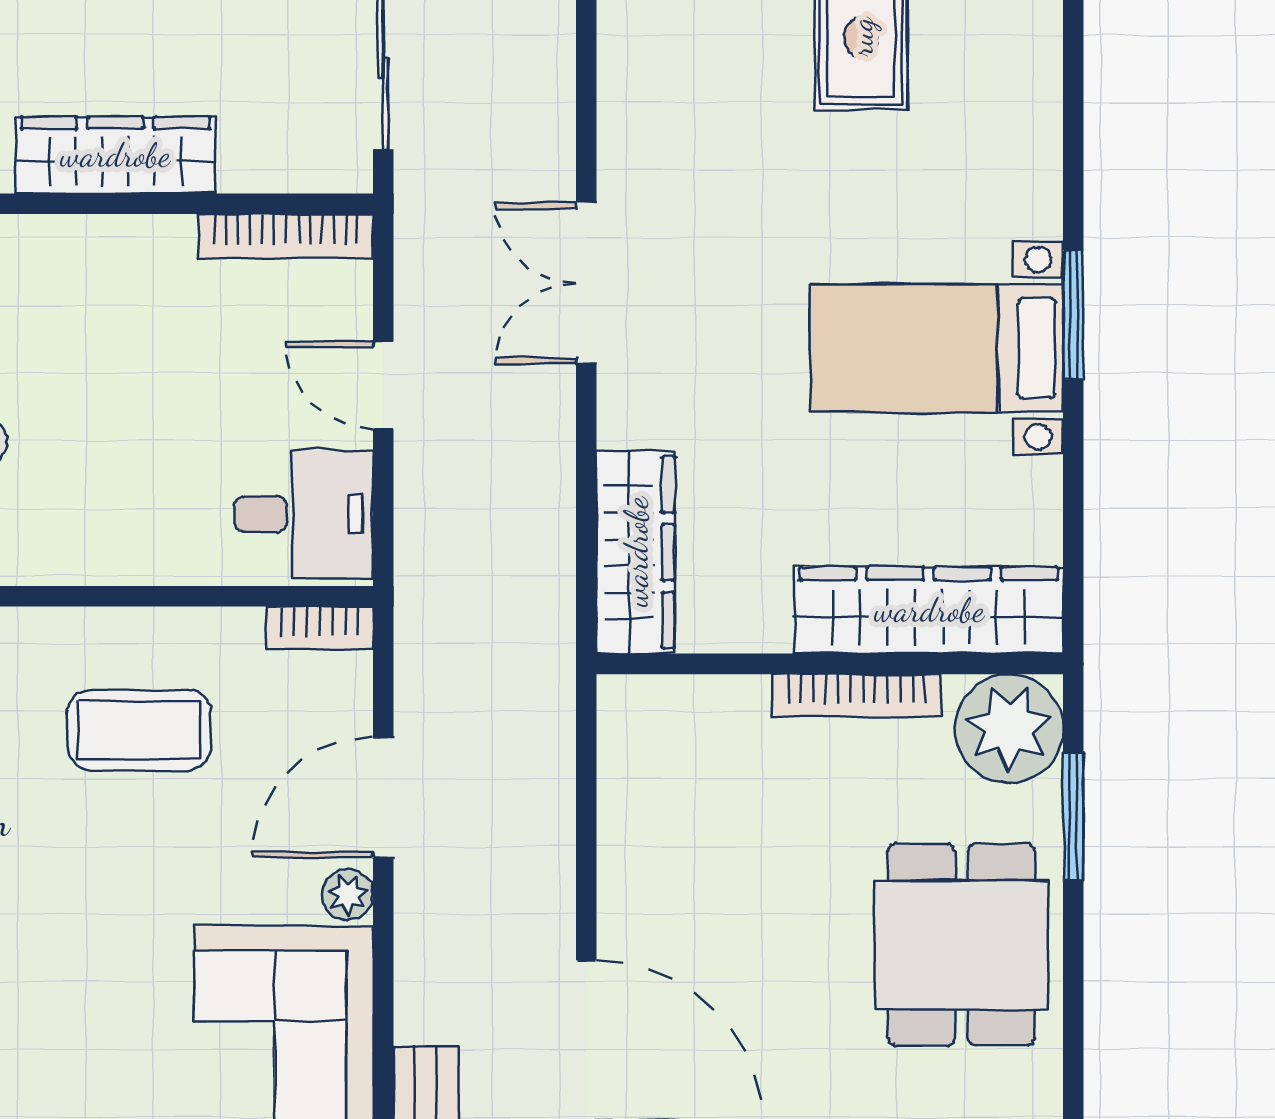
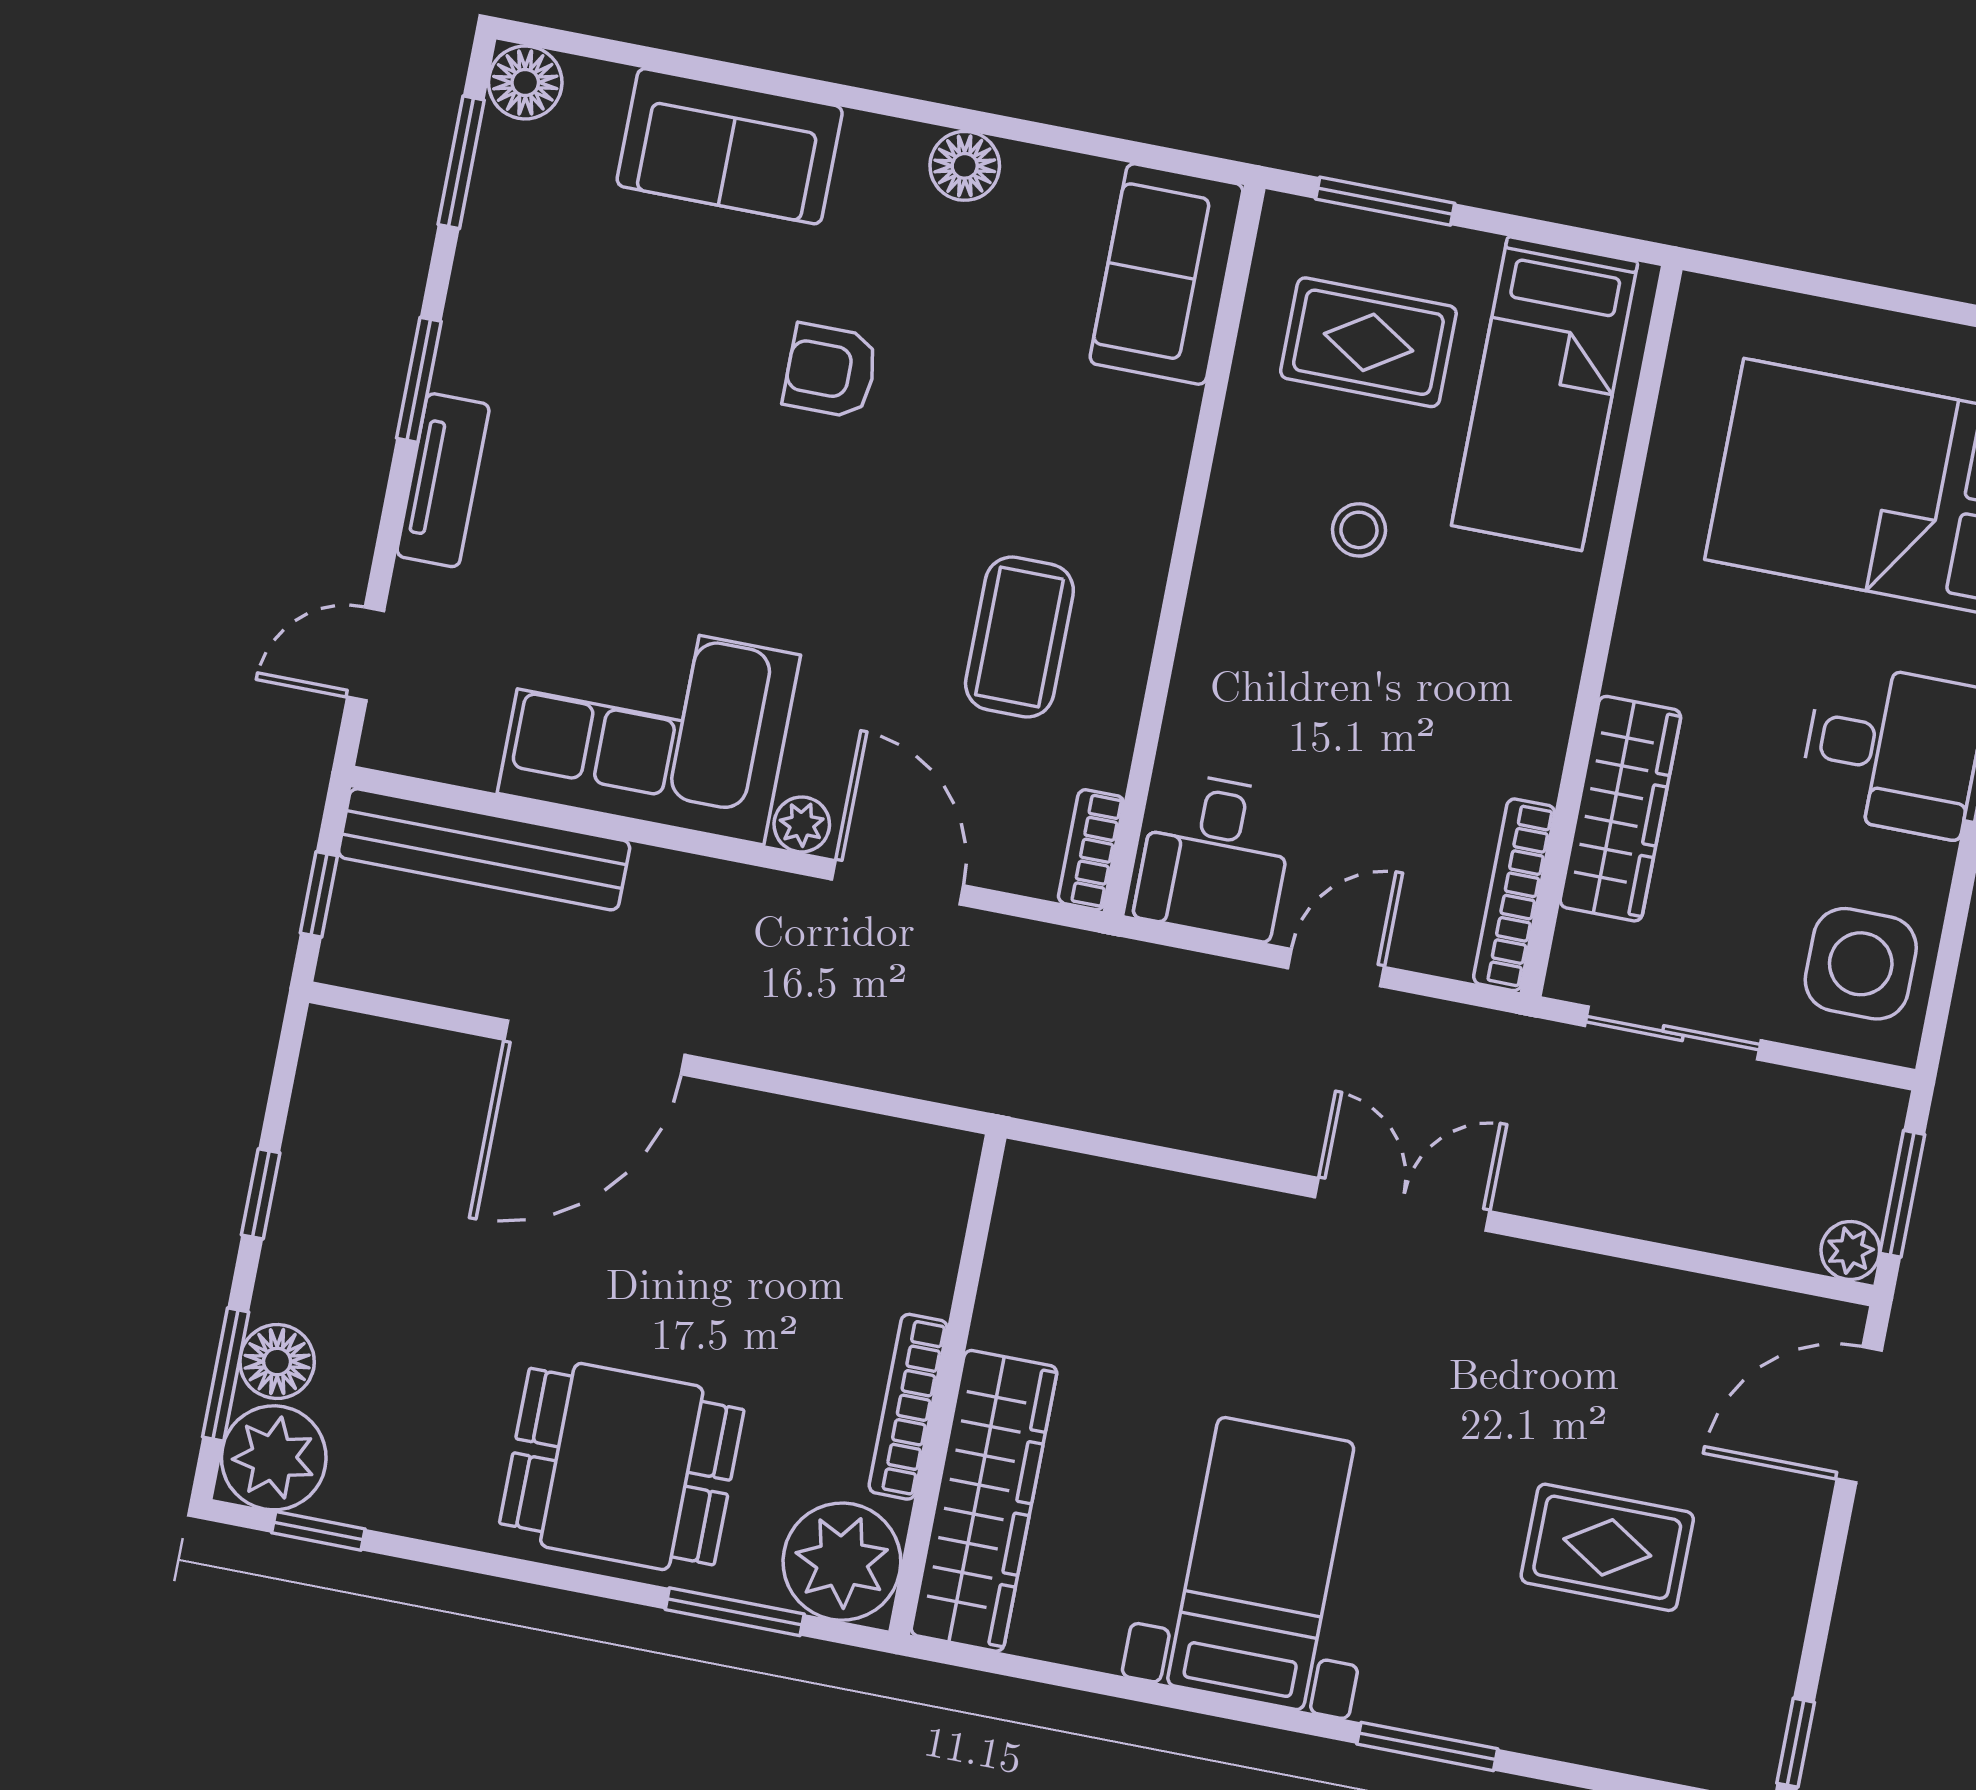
wardrobe: (115, 155) -> (1620, 809), moved
window: (1073, 315) -> (1427, 1746), moved
wardrobe: (636, 552) -> (1106, 1201), removed

